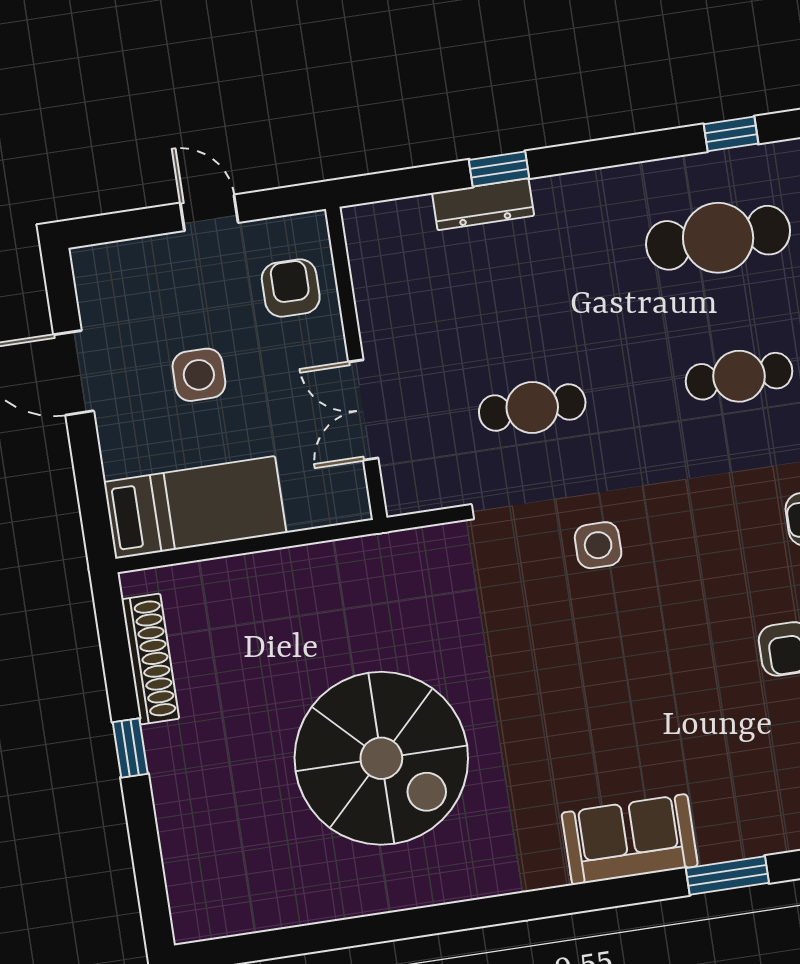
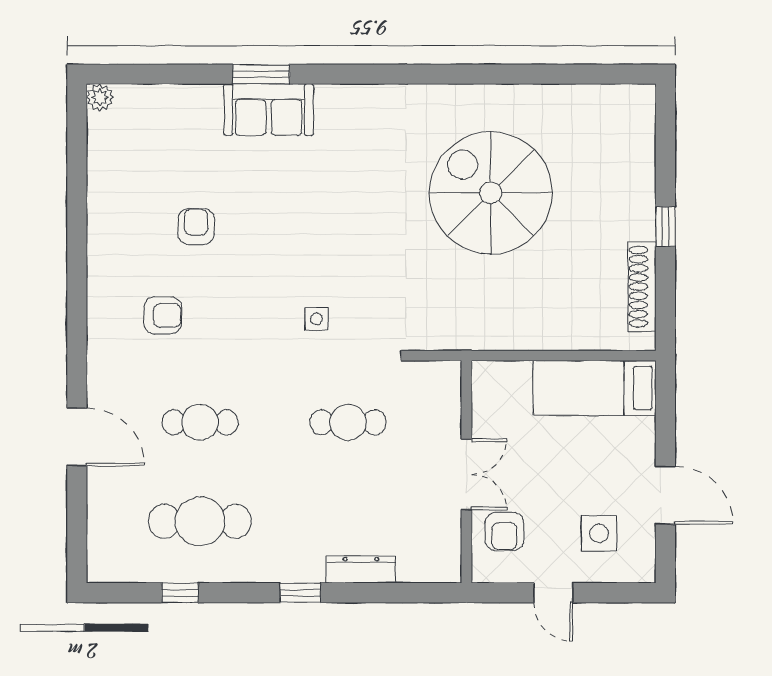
window: (499, 169) -> (300, 593), moved
side table: (199, 375) -> (599, 533), moved
double door: (363, 410) -> (467, 474), moved
side table: (598, 545) -> (317, 319), width x0.73, depth x0.73
sofa: (630, 839) -> (269, 110), moved

